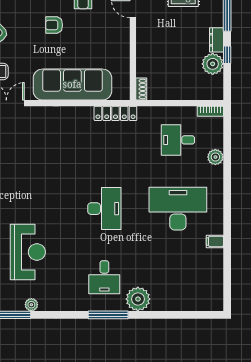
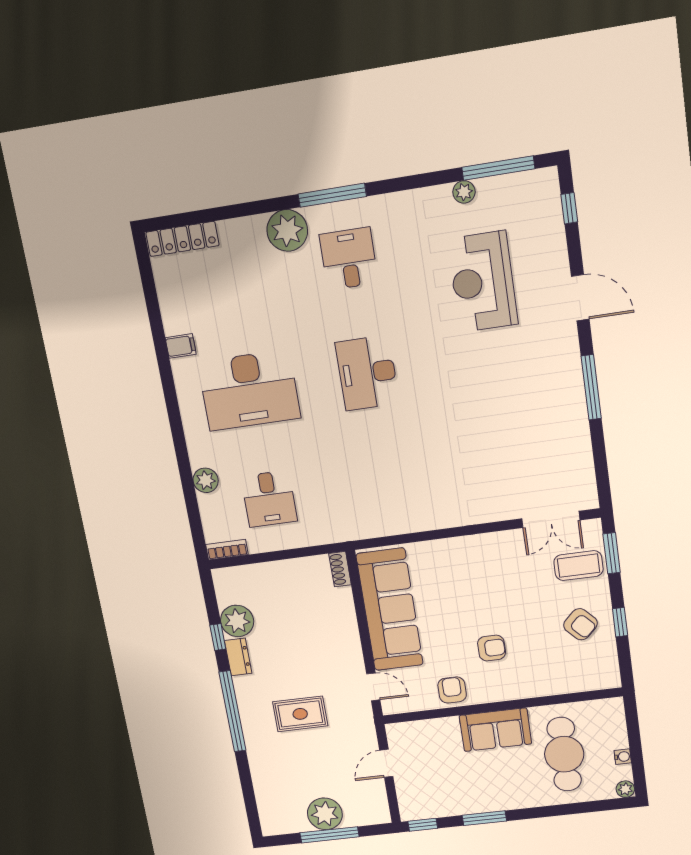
sofa: (72, 84) -> (390, 610), moved, turned -90
locker: (115, 113) -> (182, 239), moved, turned 180
desk: (178, 140) -> (269, 499), turned 90

